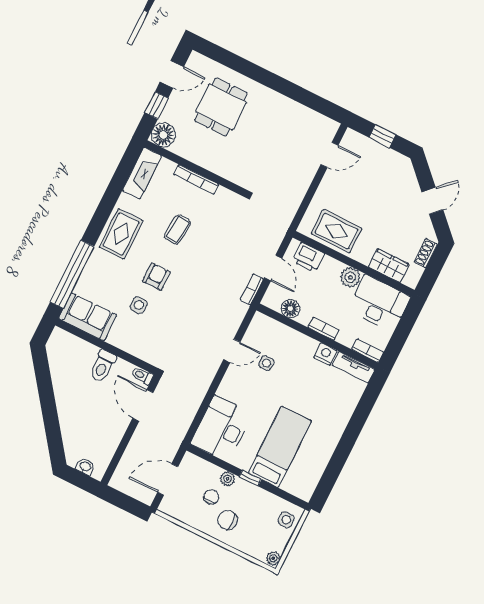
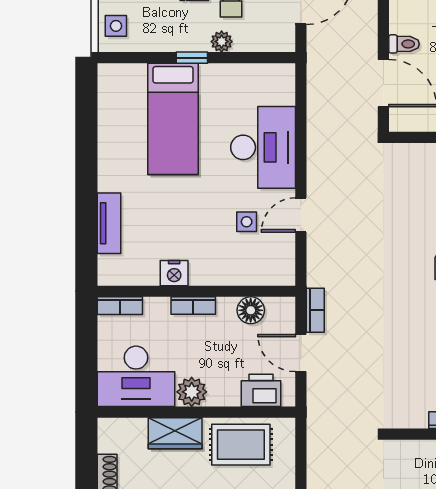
wardrobe: (389, 265) -> (175, 433), moved
tv unit: (353, 367) -> (109, 223), moved, turned 90
toilet: (142, 376) -> (404, 44), moved
desk: (221, 429) -> (263, 147), moved

